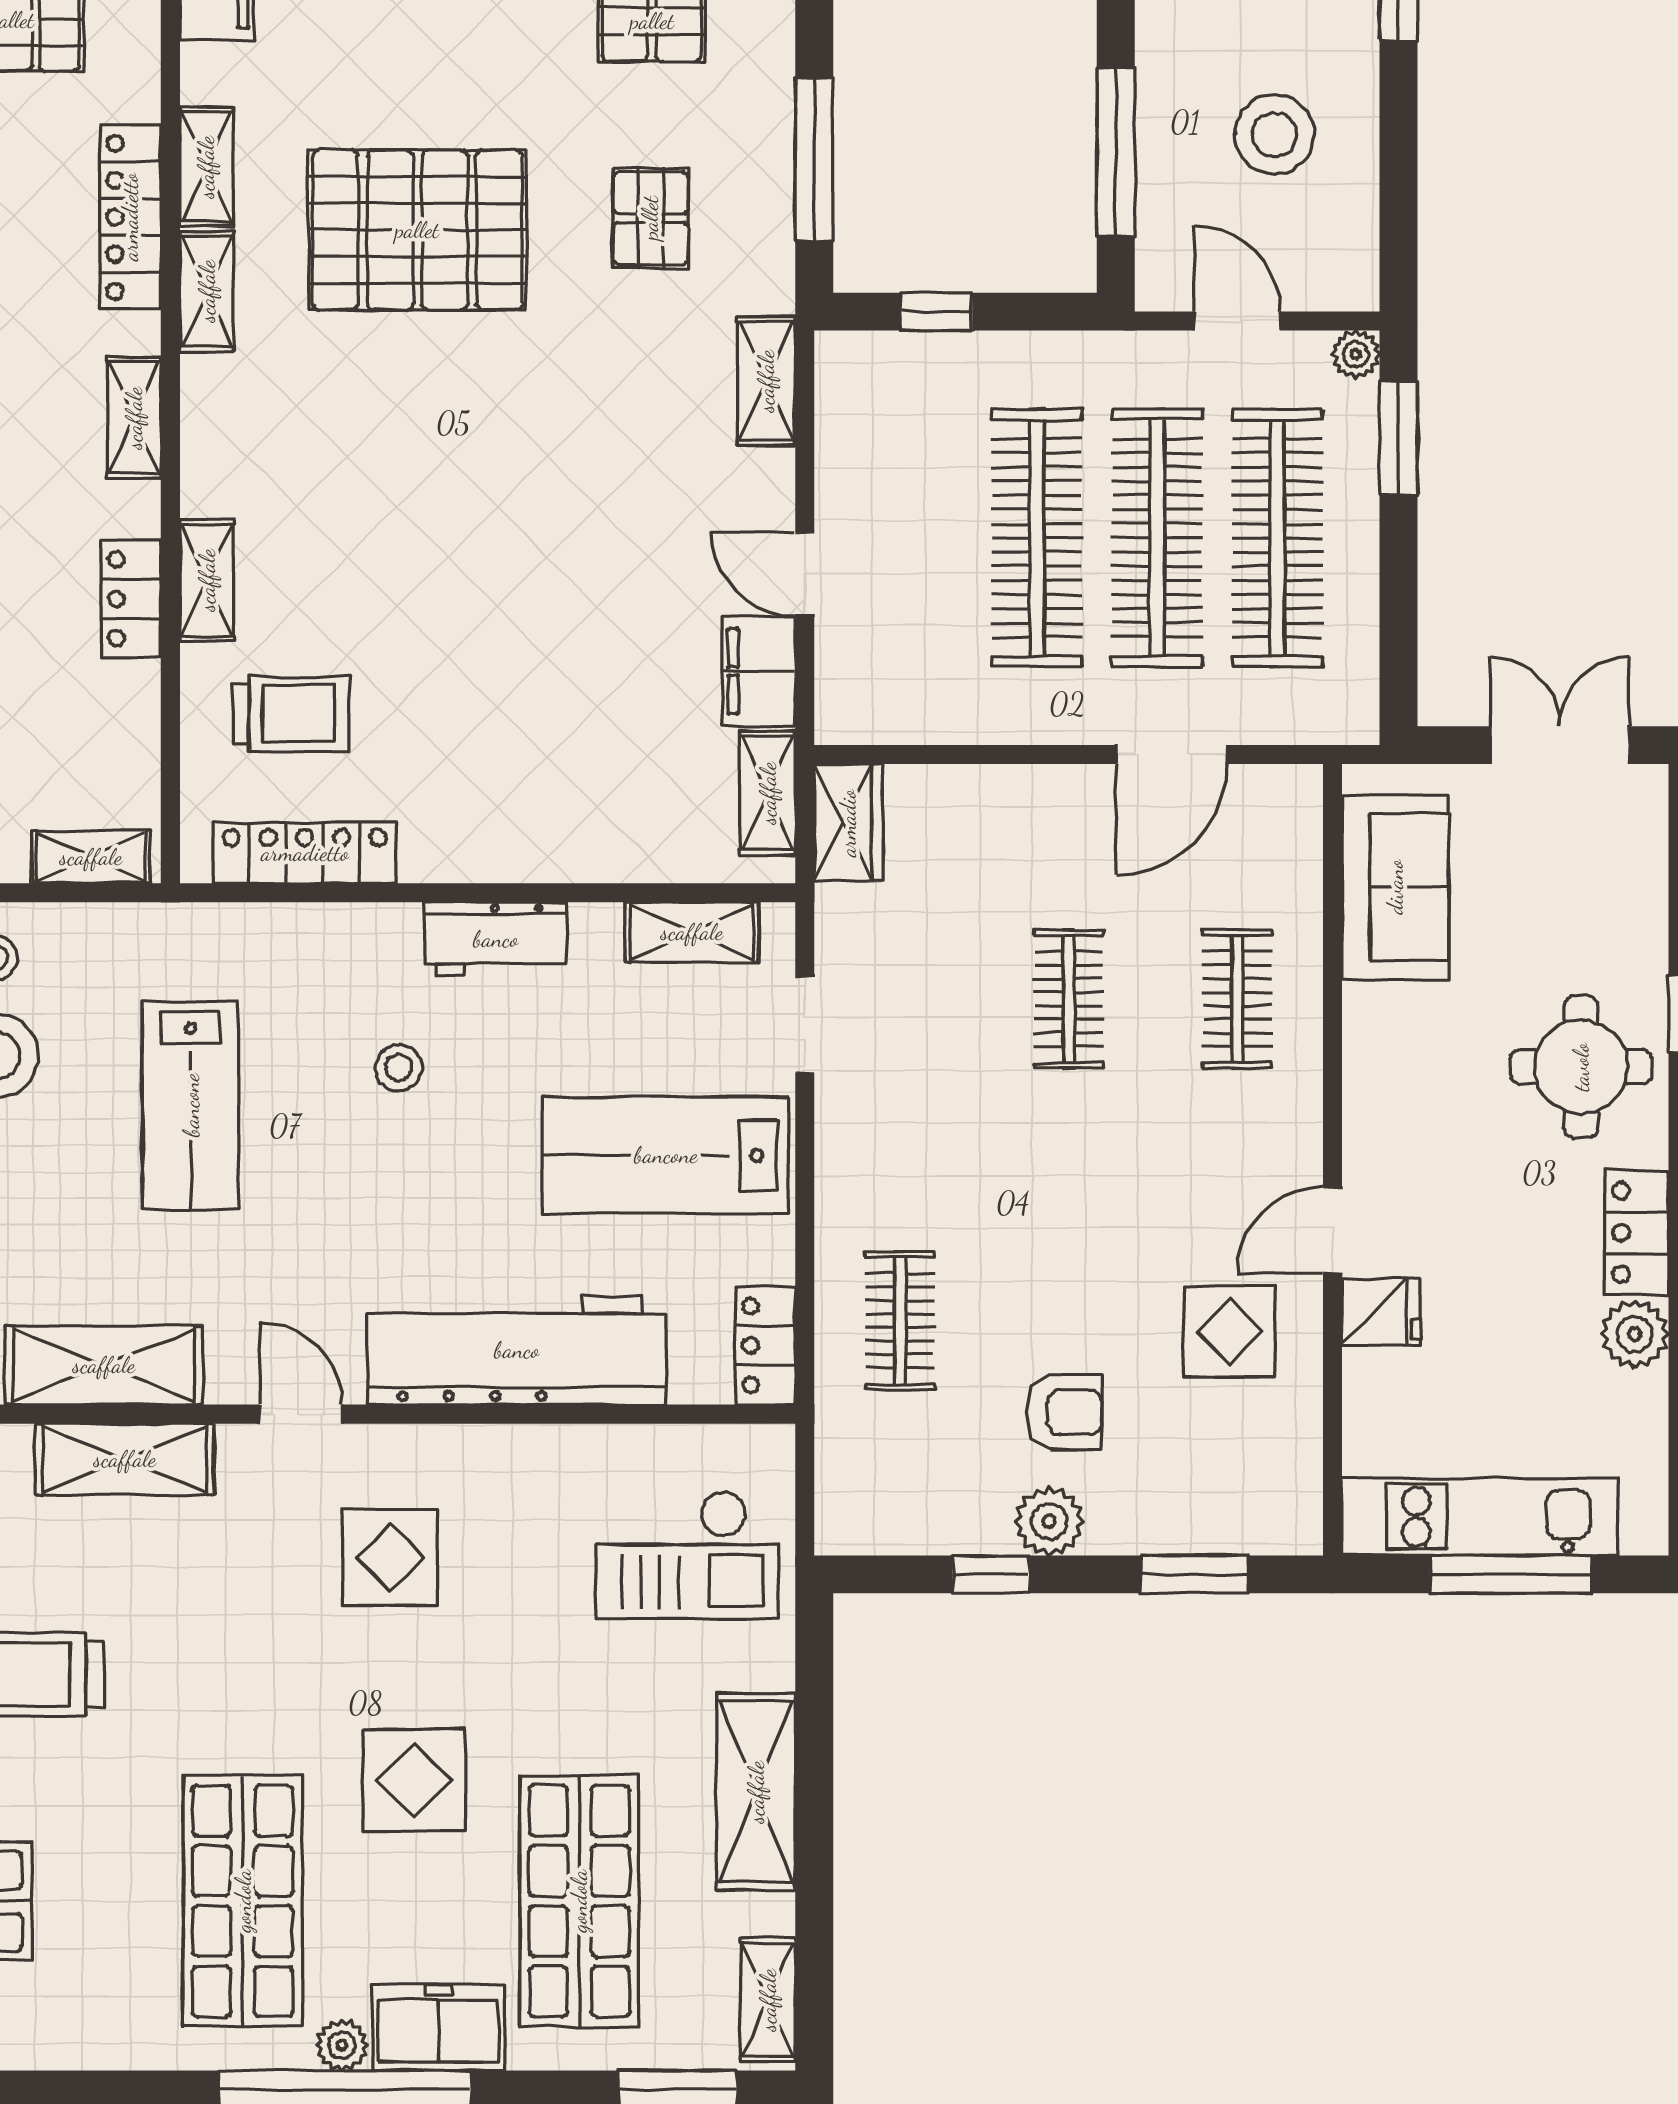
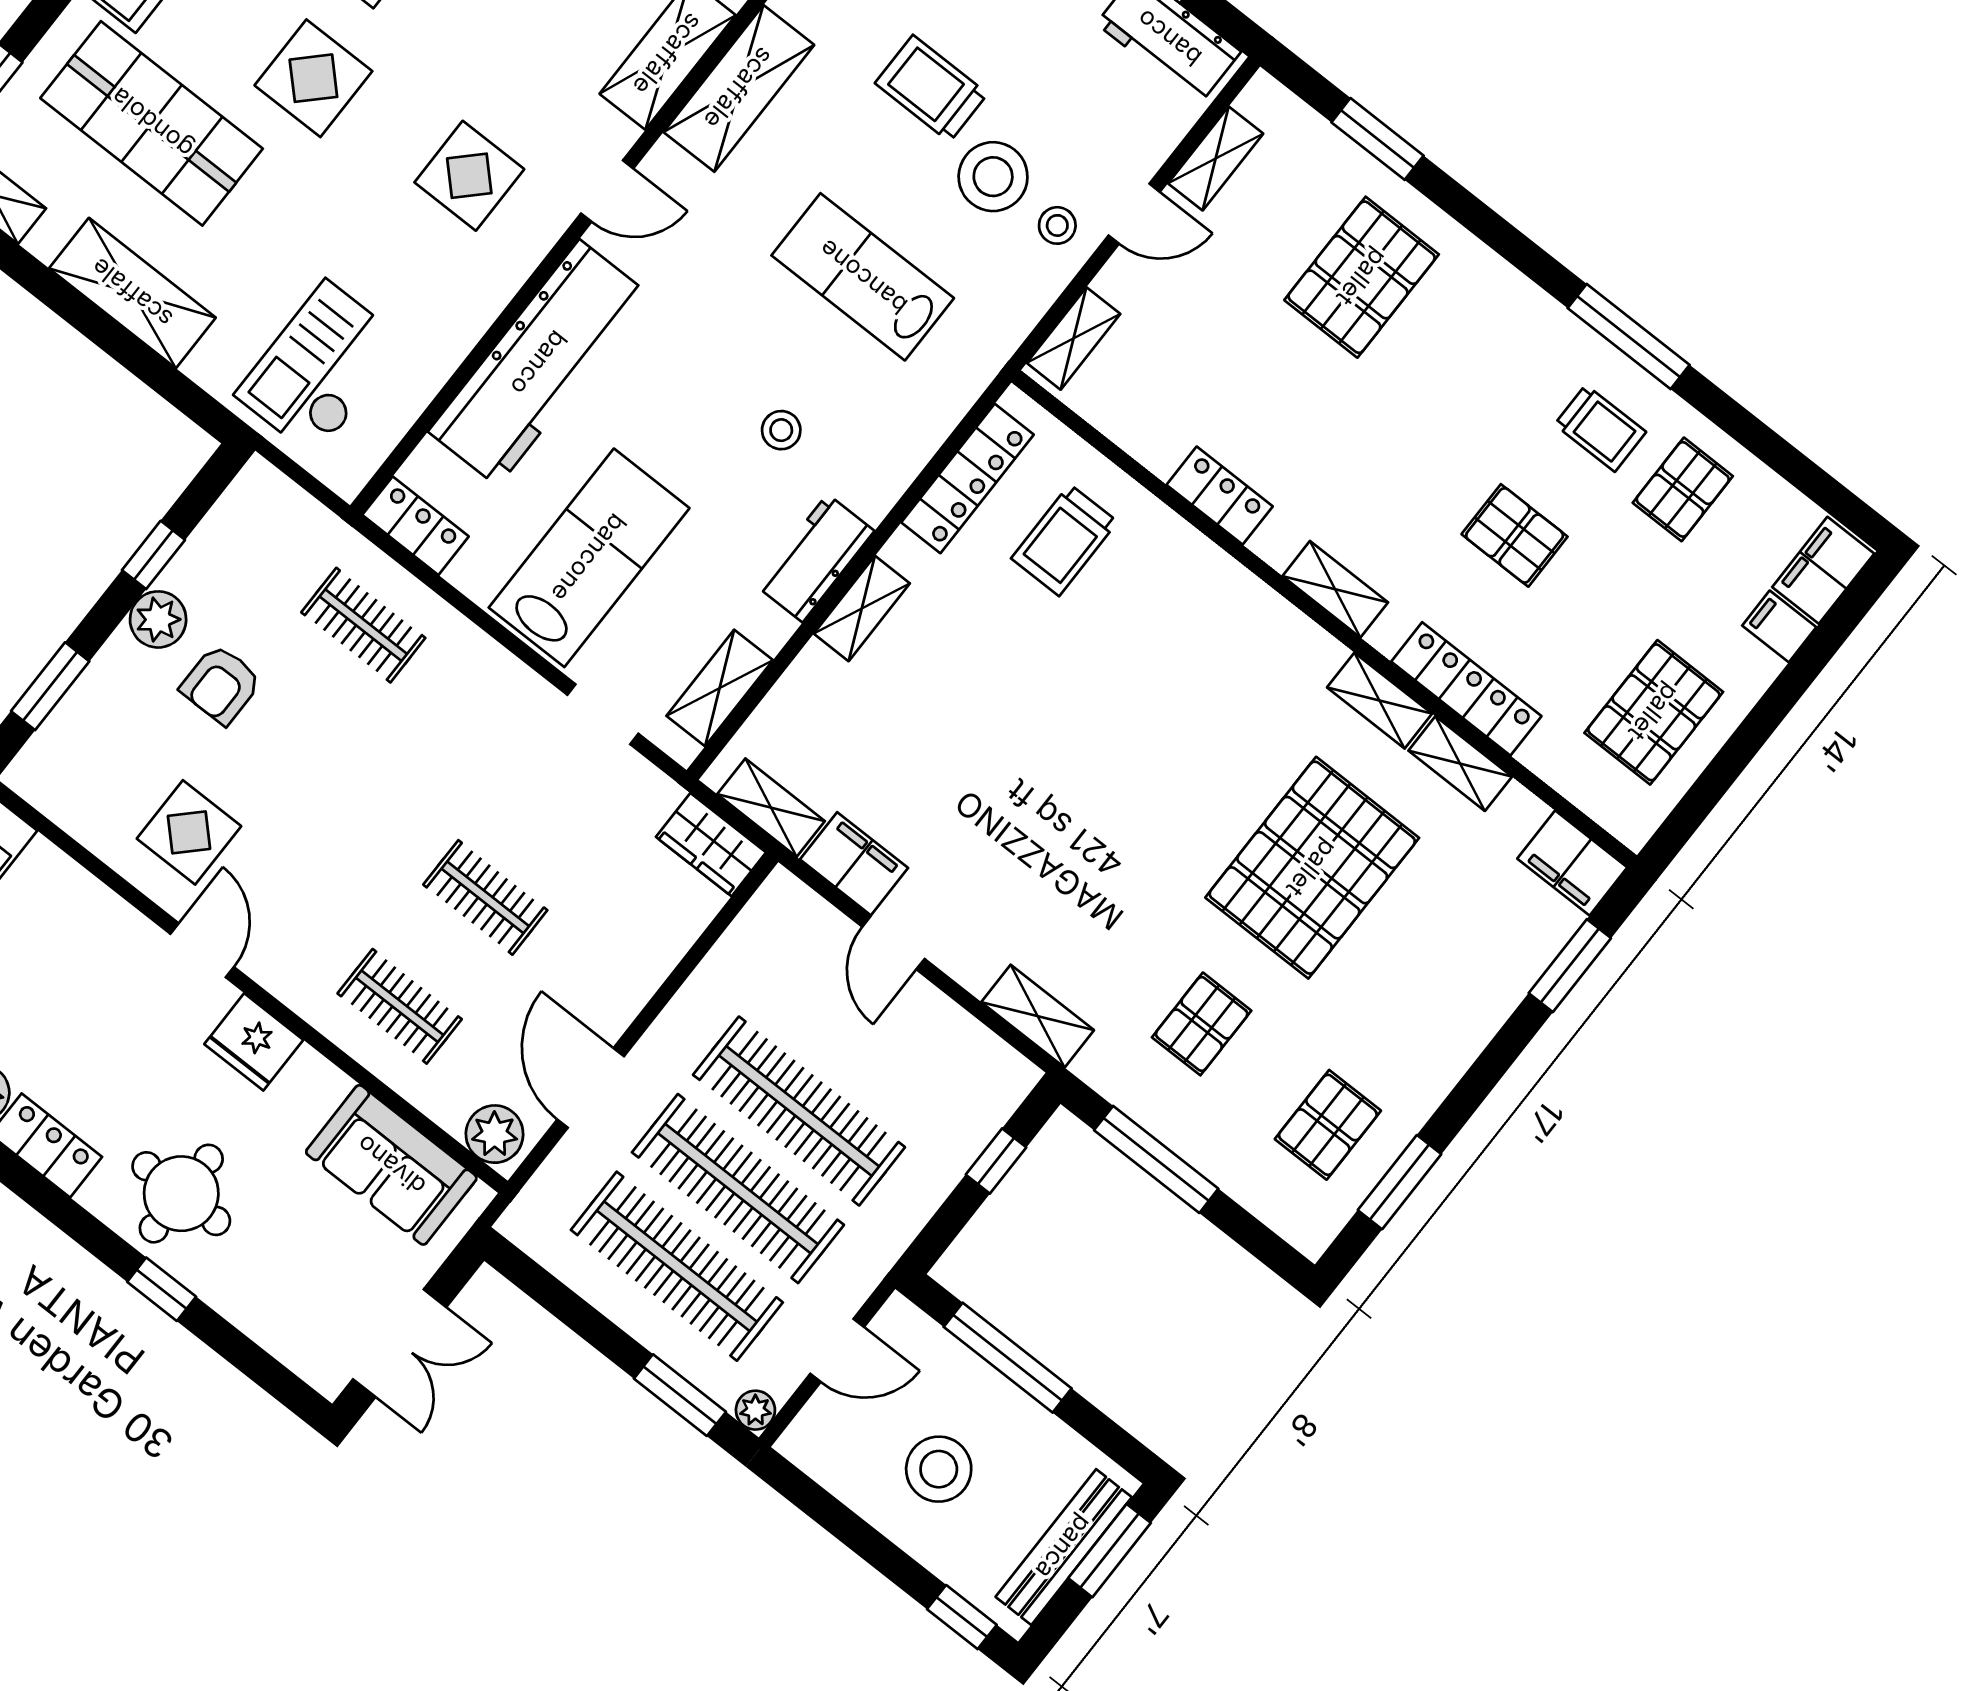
pallet: (650, 218) -> (1202, 1024), turned 90
door: (805, 574) -> (893, 943), swing flipped
shelving: (207, 580) -> (862, 609), moved, turned 90
plant: (1288, 812) -> (495, 1134), added
fridge: (1381, 1312) -> (254, 1042), moved, width x1.38

